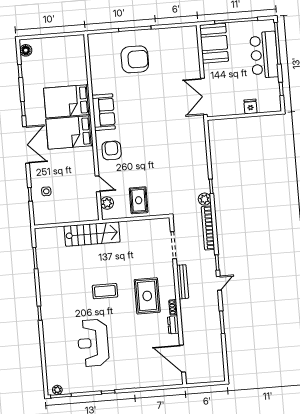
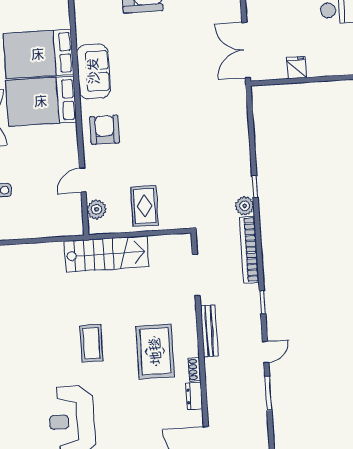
fridge: (250, 106) -> (297, 68), moved
door: (98, 184) -> (83, 180), swing flipped
stairs: (92, 234) -> (106, 254), moved
door: (219, 283) -> (266, 352), moved
coffee table: (105, 291) -> (91, 343), turned 90

